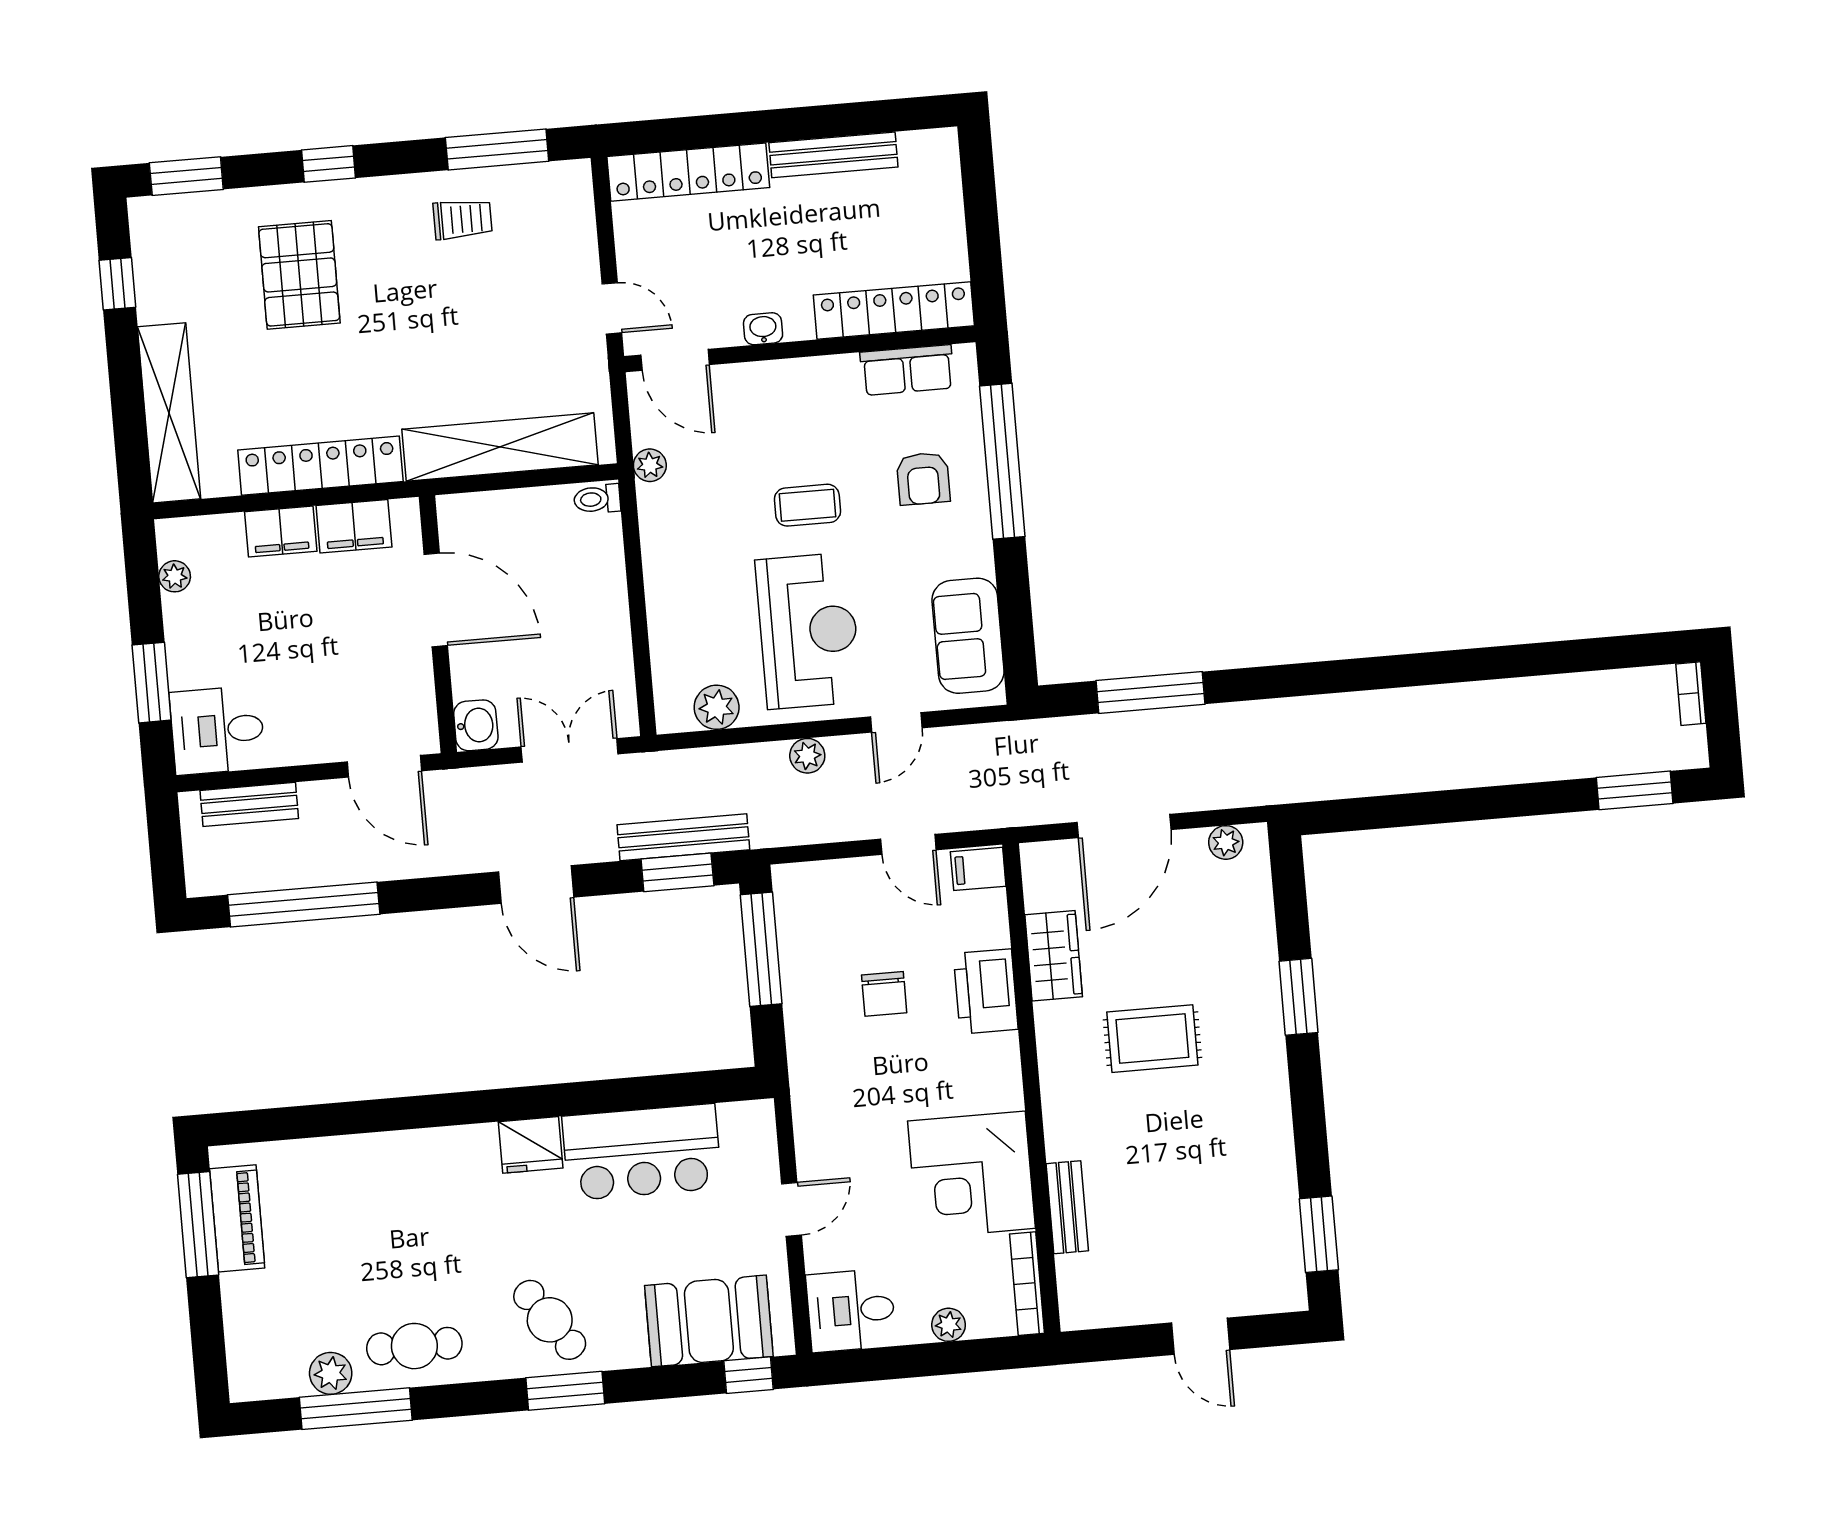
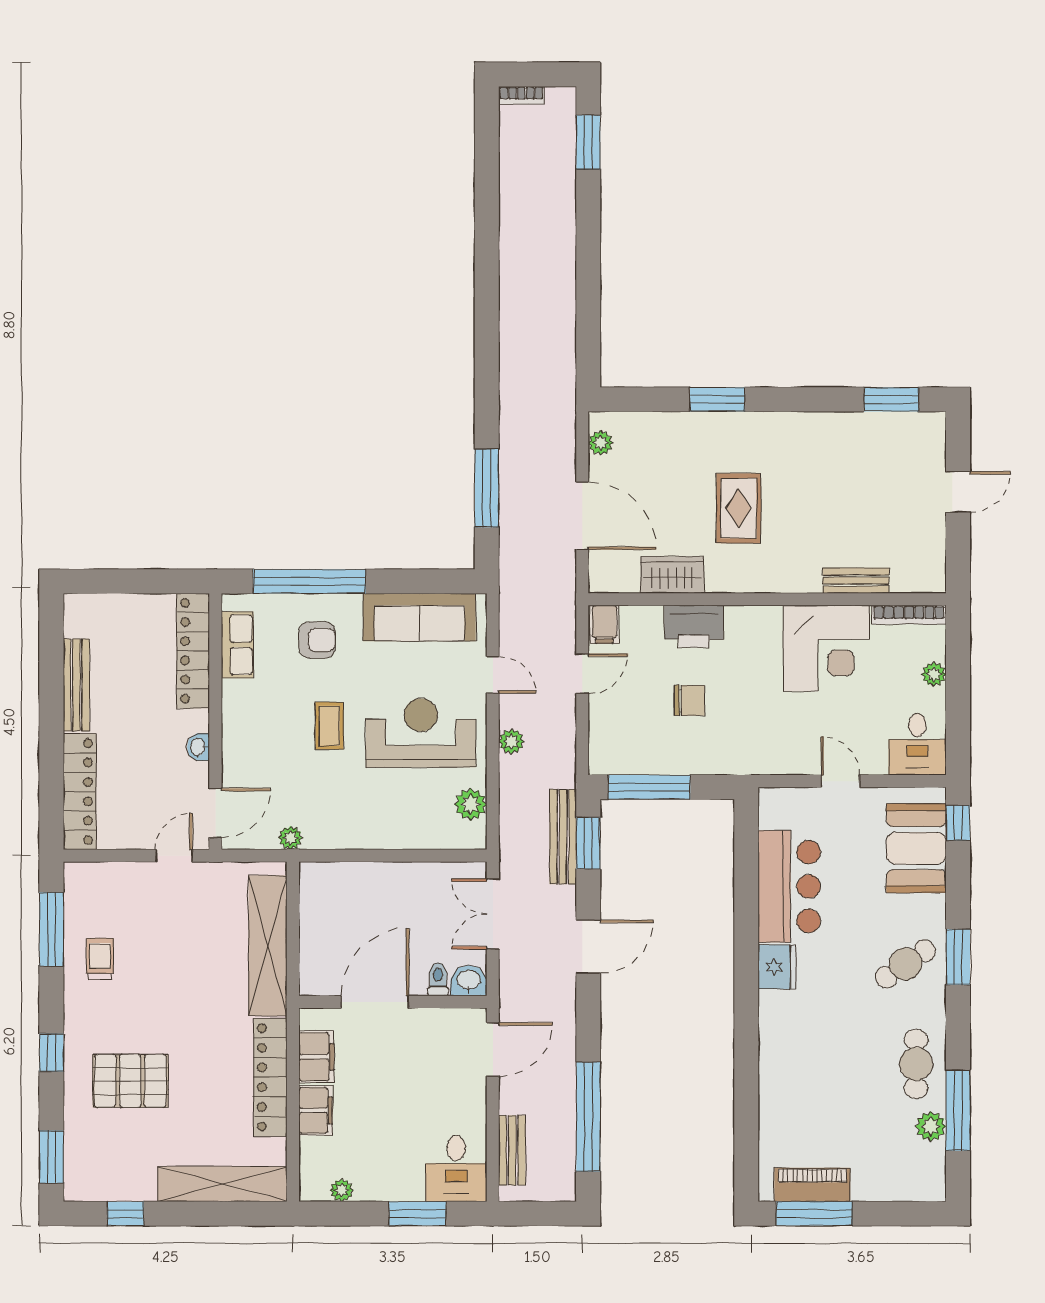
toilet: (597, 499) -> (438, 979), moved, turned 180
sofa: (968, 636) -> (419, 617), width x1.36

